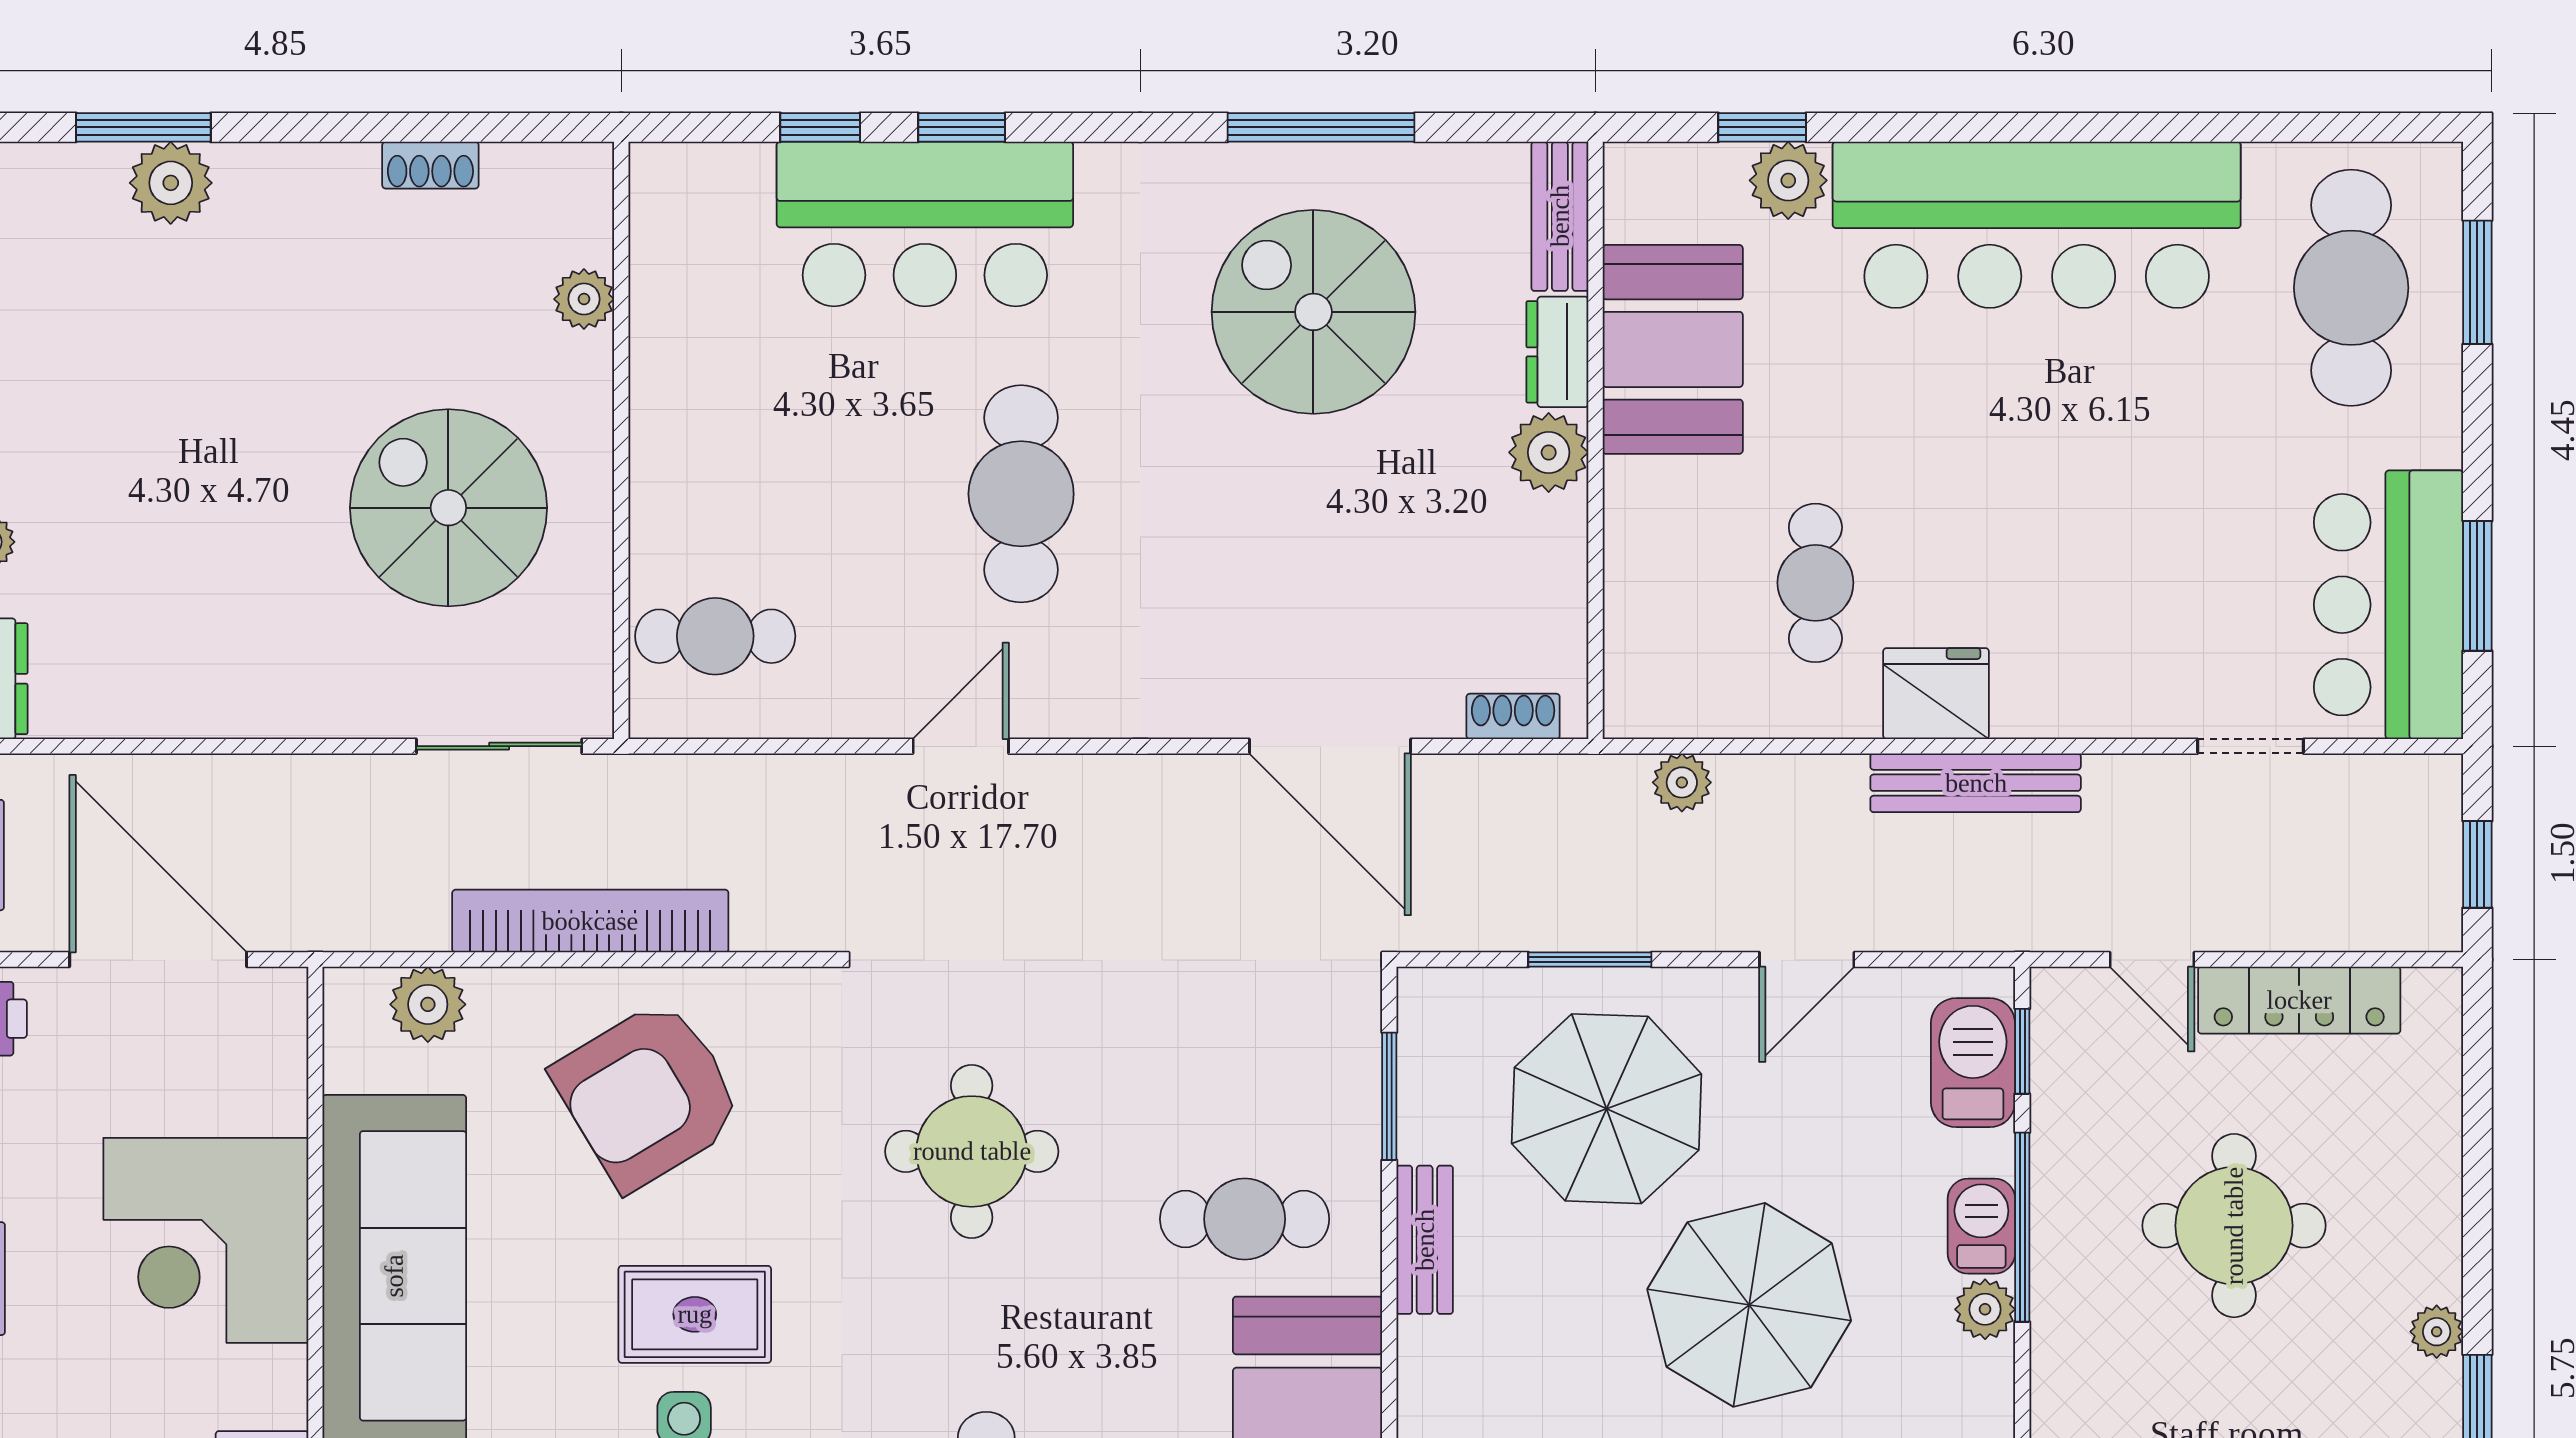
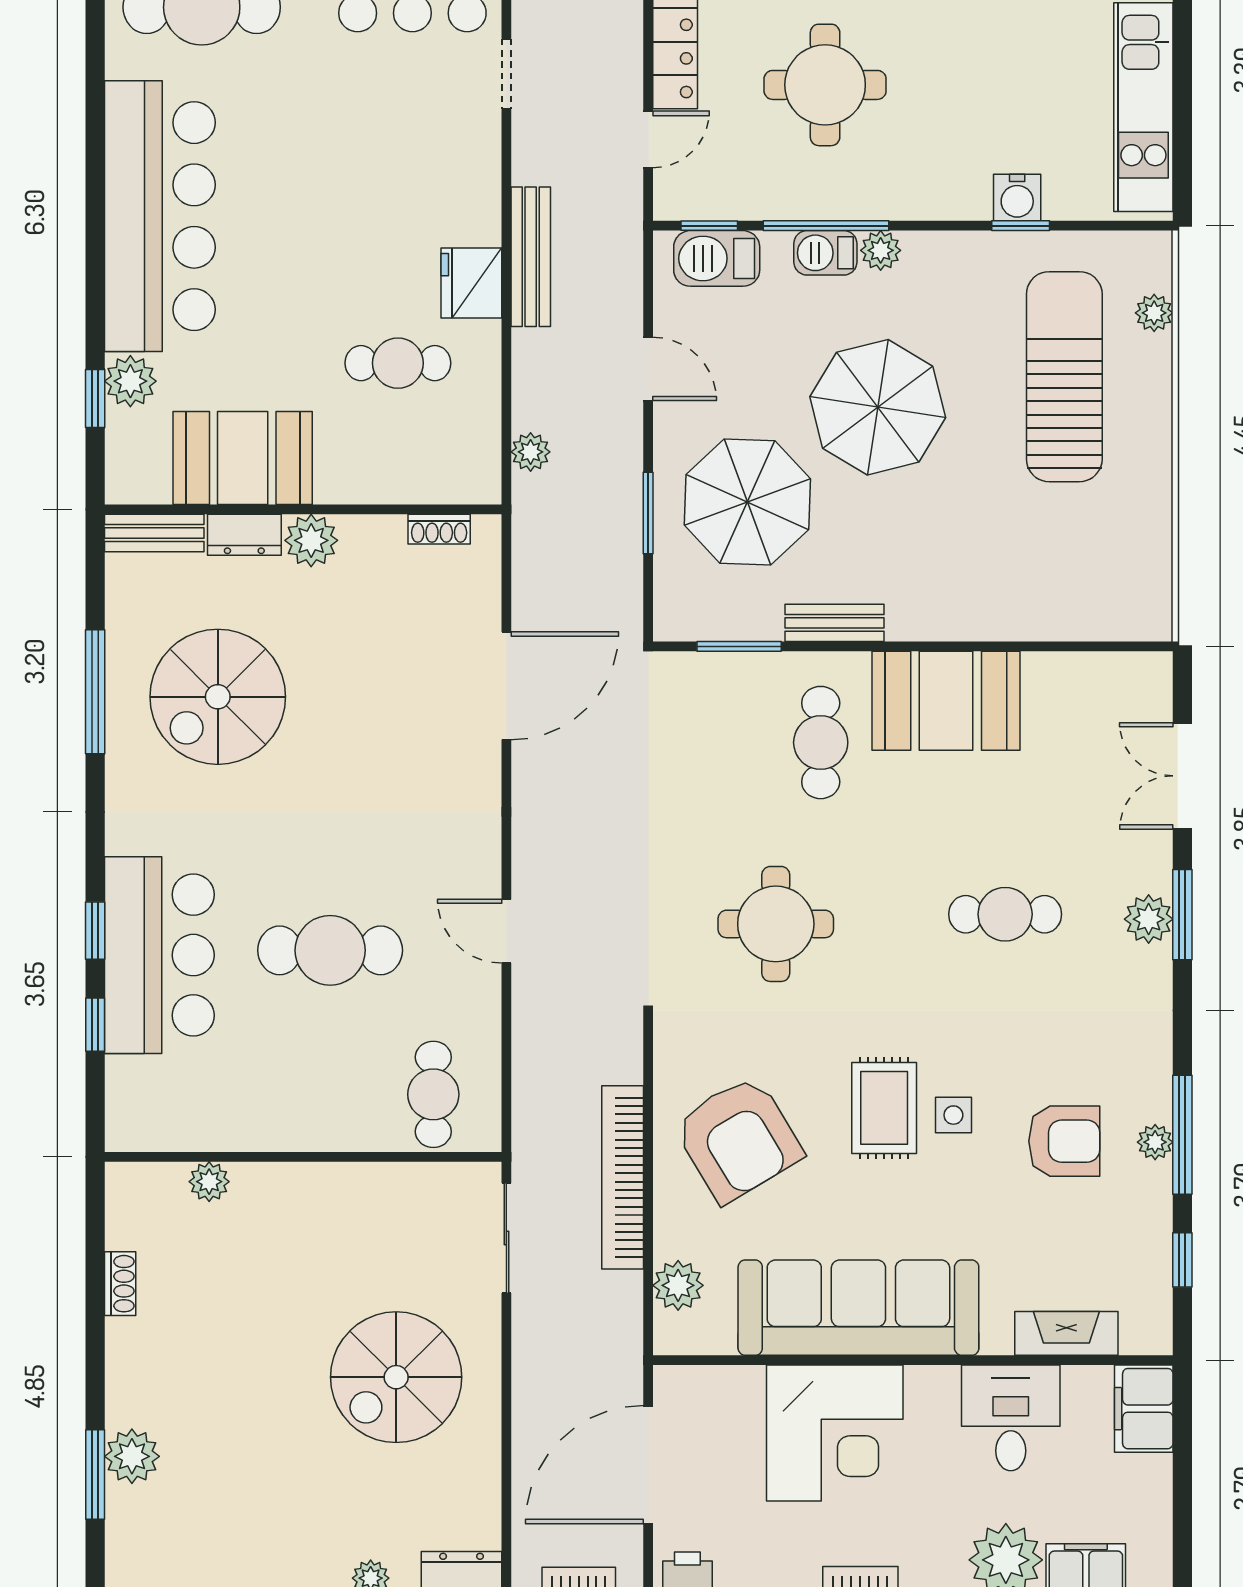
cafe table: (1021, 494) -> (330, 950), moved
spiral stairs: (448, 508) -> (396, 1377), moved
shoe rack: (1513, 716) -> (439, 529), moved, turned -90

